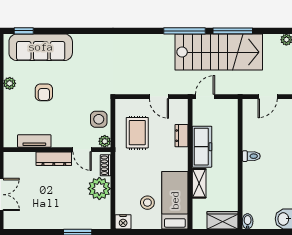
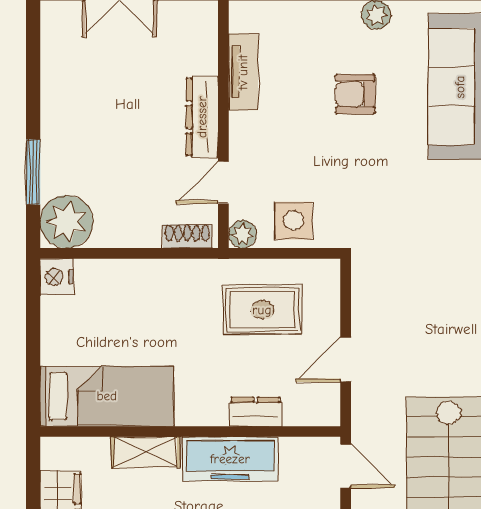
plant: (99, 189) -> (67, 222), moved
stool: (147, 203) -> (101, 333), removed

